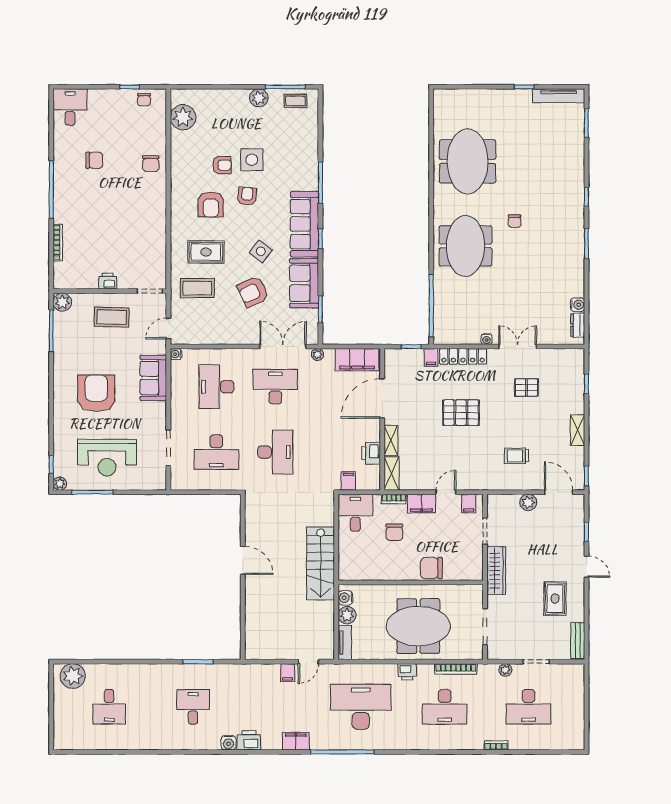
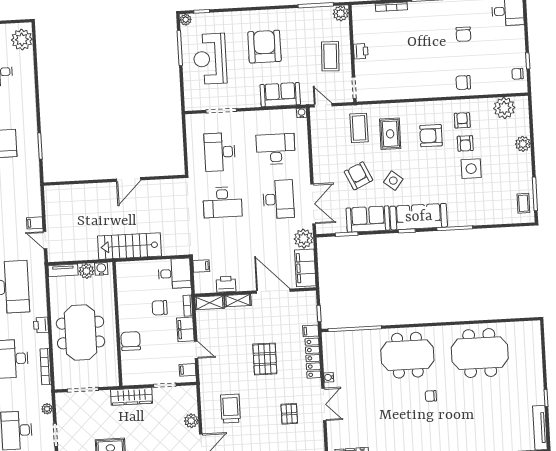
plant: (259, 98) -> (523, 144), moved
armchair: (247, 196) -> (462, 120), moved, turned -96
plant: (317, 354) -> (304, 239), width x1.87, depth x1.87
armchair: (96, 393) -> (264, 47), turned -90
trolley: (517, 456) -> (230, 409), width x1.36, depth x1.39

